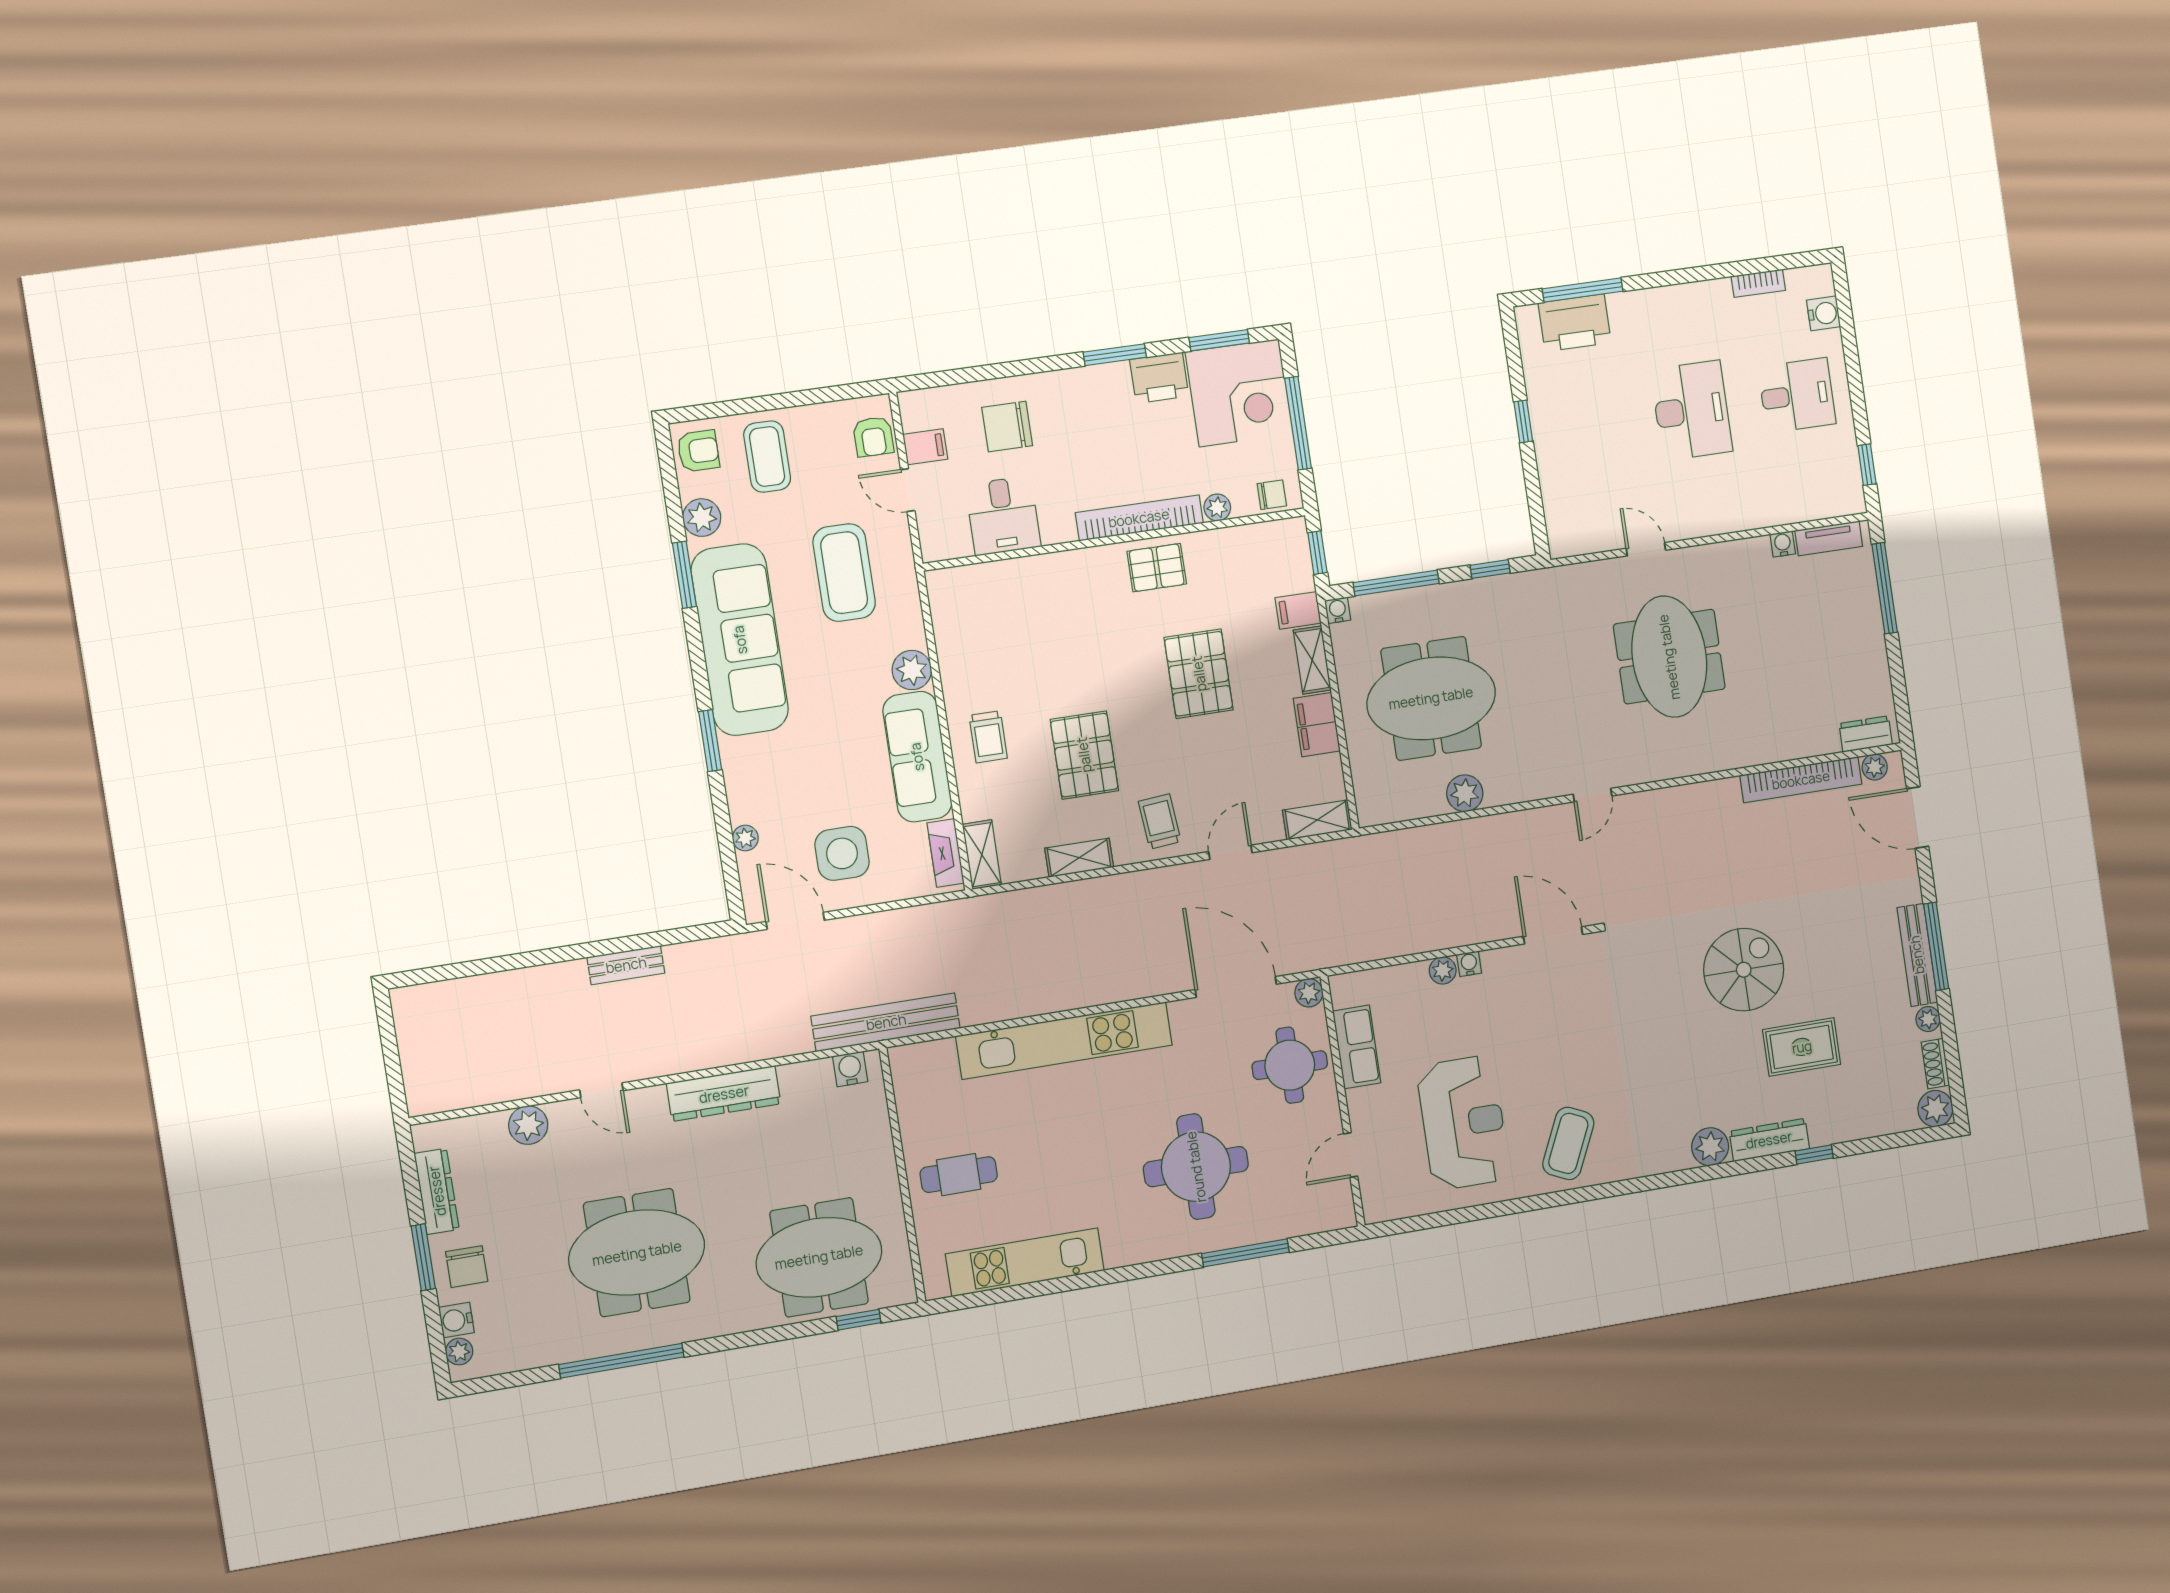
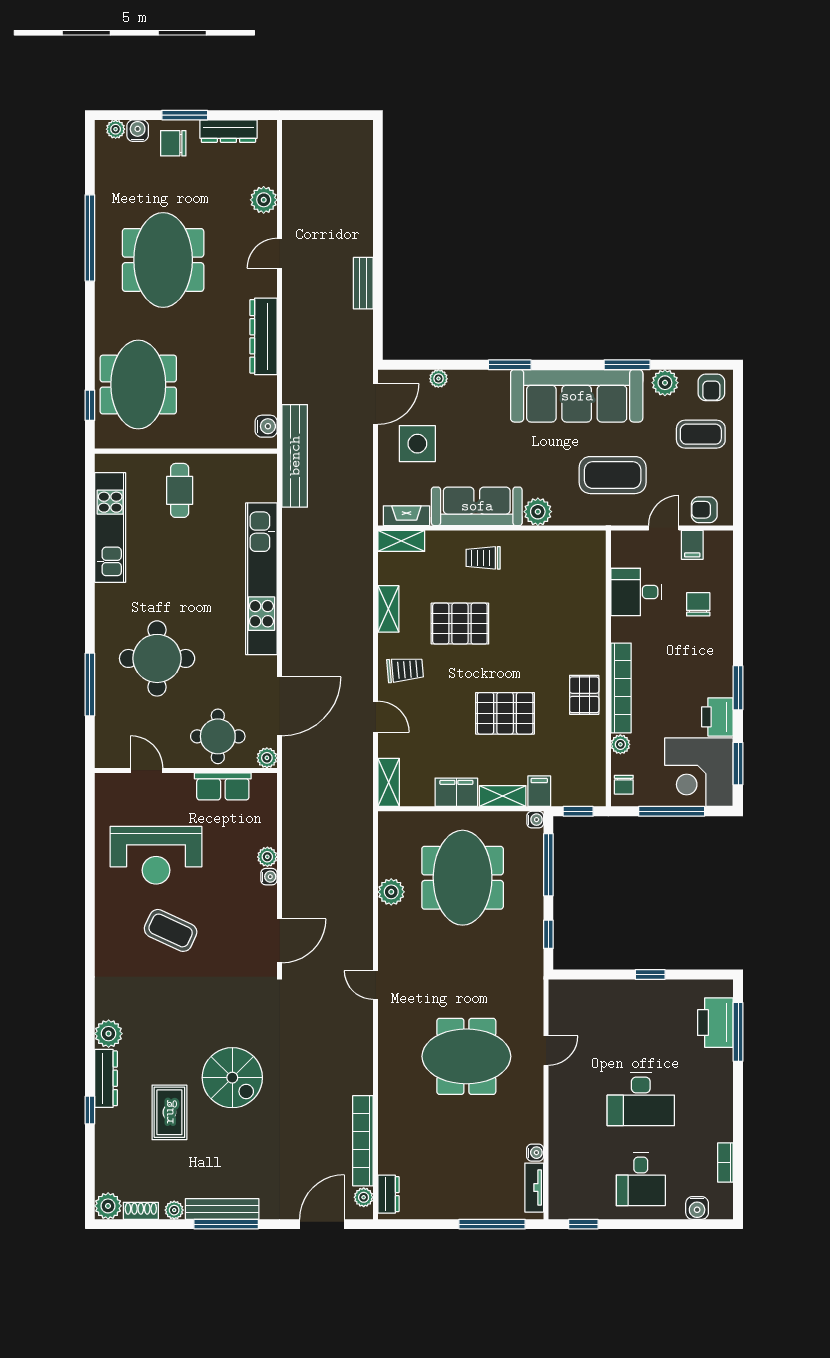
chair: (1007, 427) -> (698, 604), width x0.73, depth x0.73
coffee table: (1568, 1143) -> (171, 930), moved

